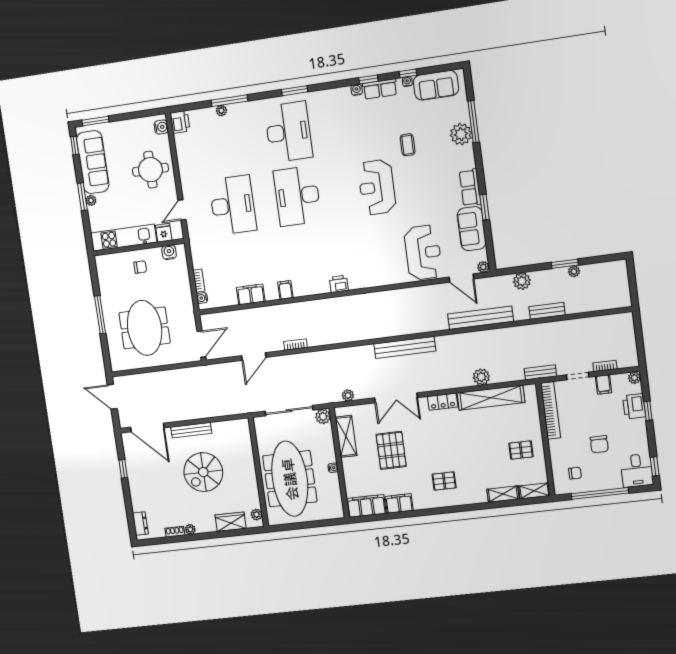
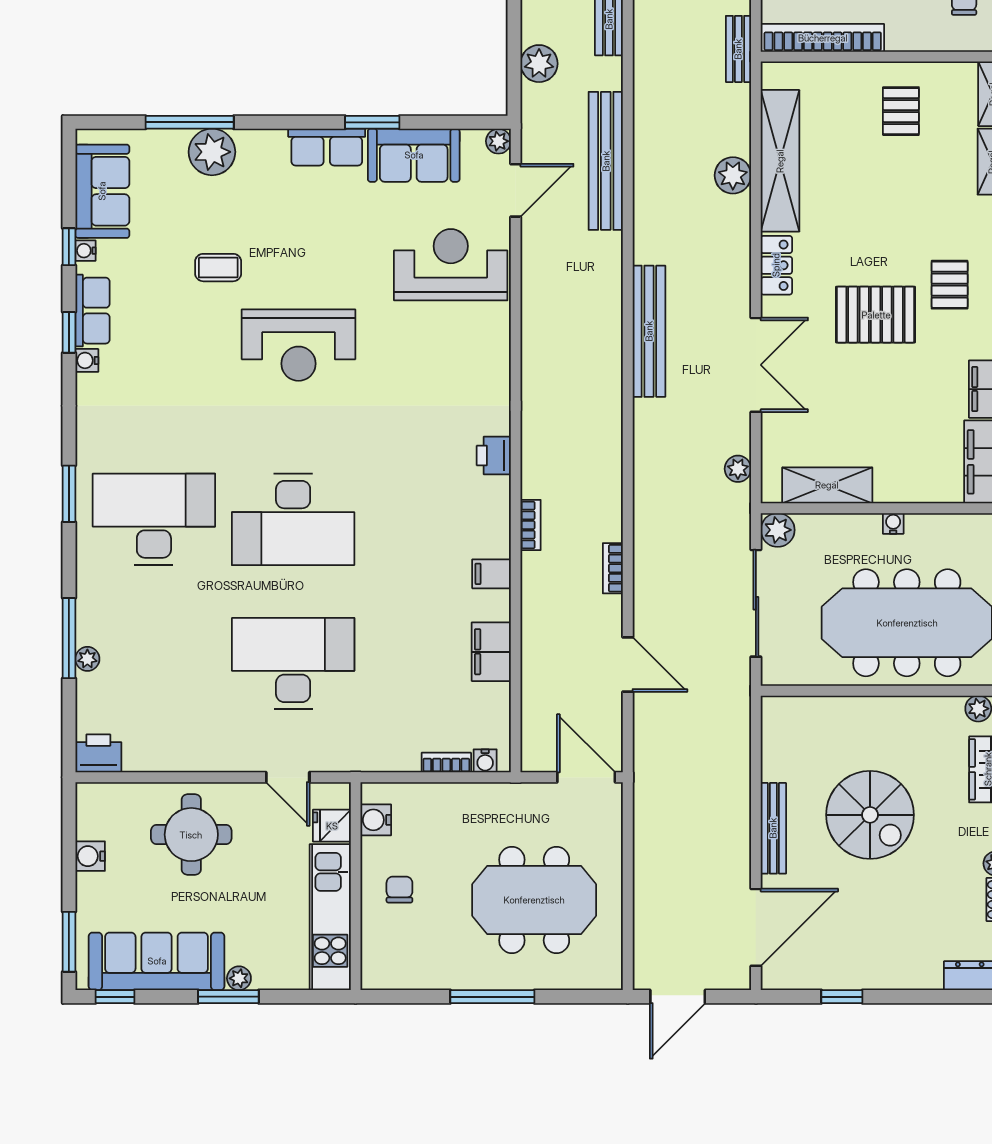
water cooler: (161, 127) -> (90, 856), moved, turned -90
bookcase: (310, 305) -> (531, 525), added
pallet: (391, 450) -> (876, 315), moved

